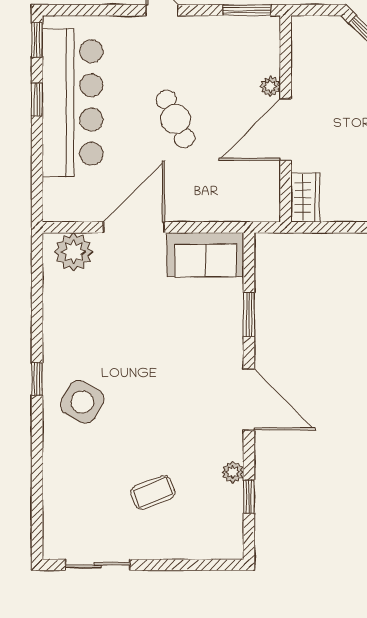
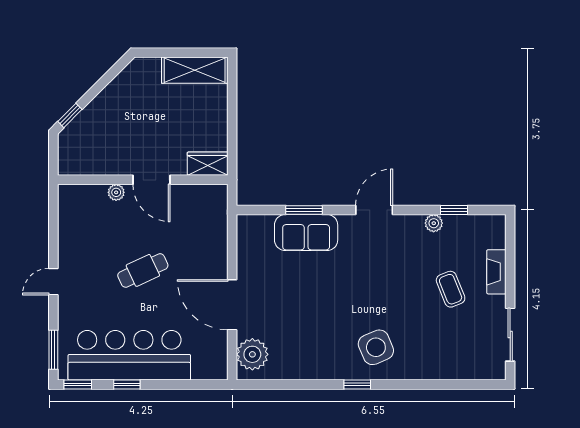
window: (247, 10) -> (53, 350), moved
door: (286, 129) -> (151, 180), width x0.73
sofa: (205, 255) -> (306, 233), moved, turned 90
door: (249, 400) -> (374, 210), width x0.73
side table: (82, 402) -> (376, 347), turned 38
fireplace: (174, 548) -> (496, 272), added

